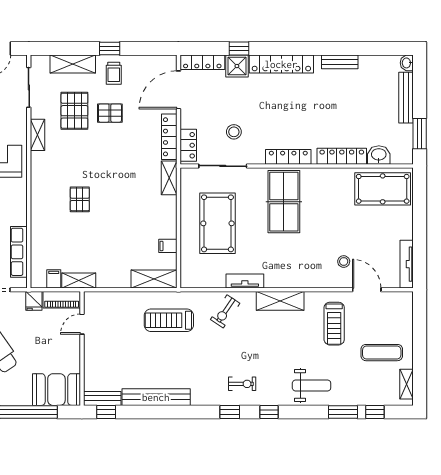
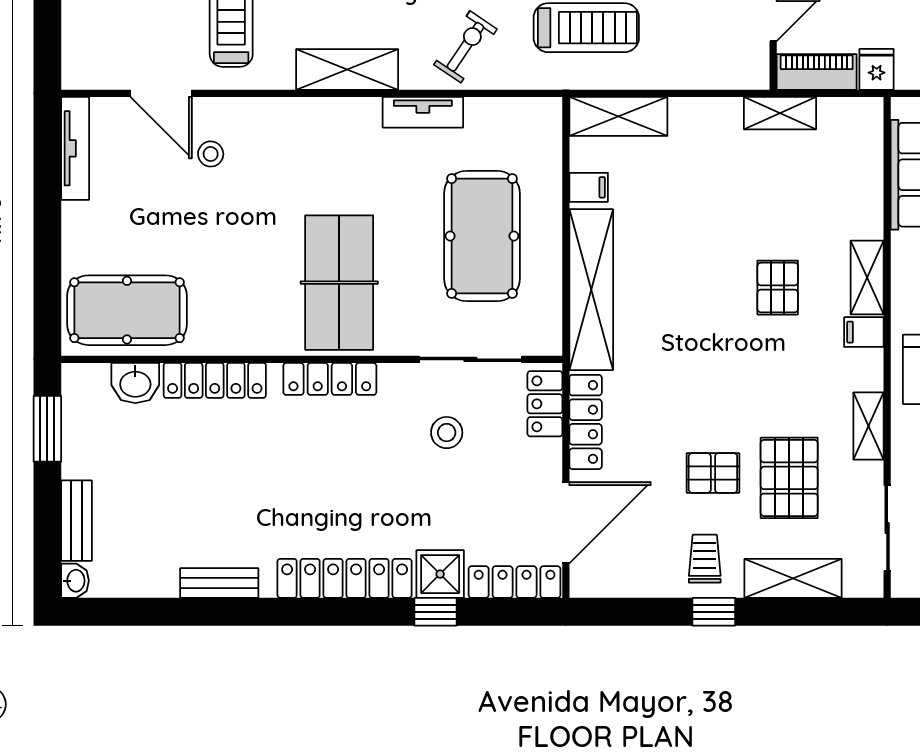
bench: (406, 98) -> (77, 521), width x0.73
shelving: (169, 178) -> (591, 290), width x2.20, depth x1.33
shelving: (38, 204) -> (867, 278), added
filing cabinet: (54, 279) -> (864, 332), moved, turned 90

